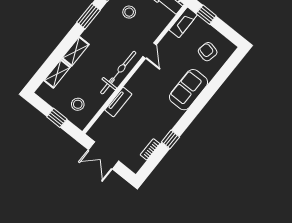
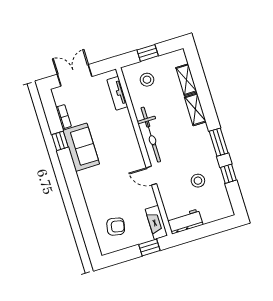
sofa: (189, 90) -> (81, 147), moved
tv unit: (118, 102) -> (117, 93), moved
double door: (103, 155) -> (75, 75), moved

